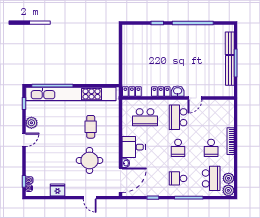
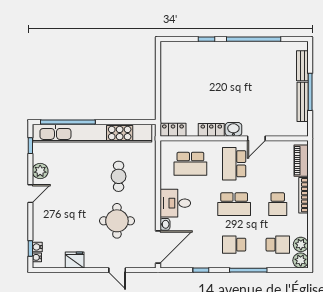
piano: (229, 115) -> (301, 161), added
school desk: (178, 148) -> (234, 204), width x1.85
school desk: (211, 178) -> (278, 245), width x0.54

